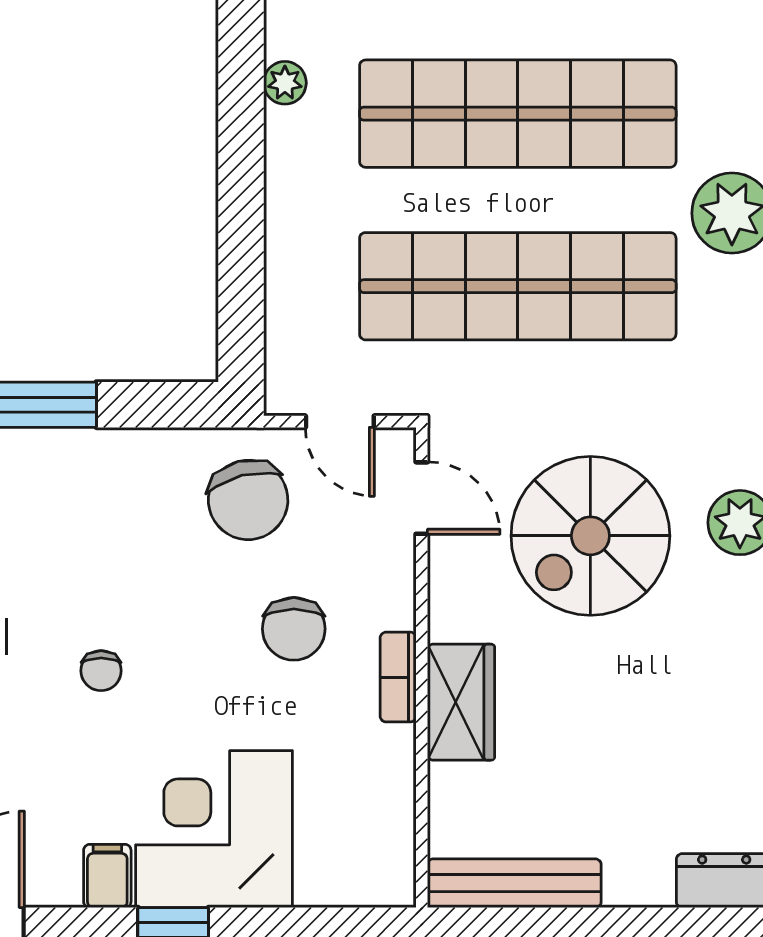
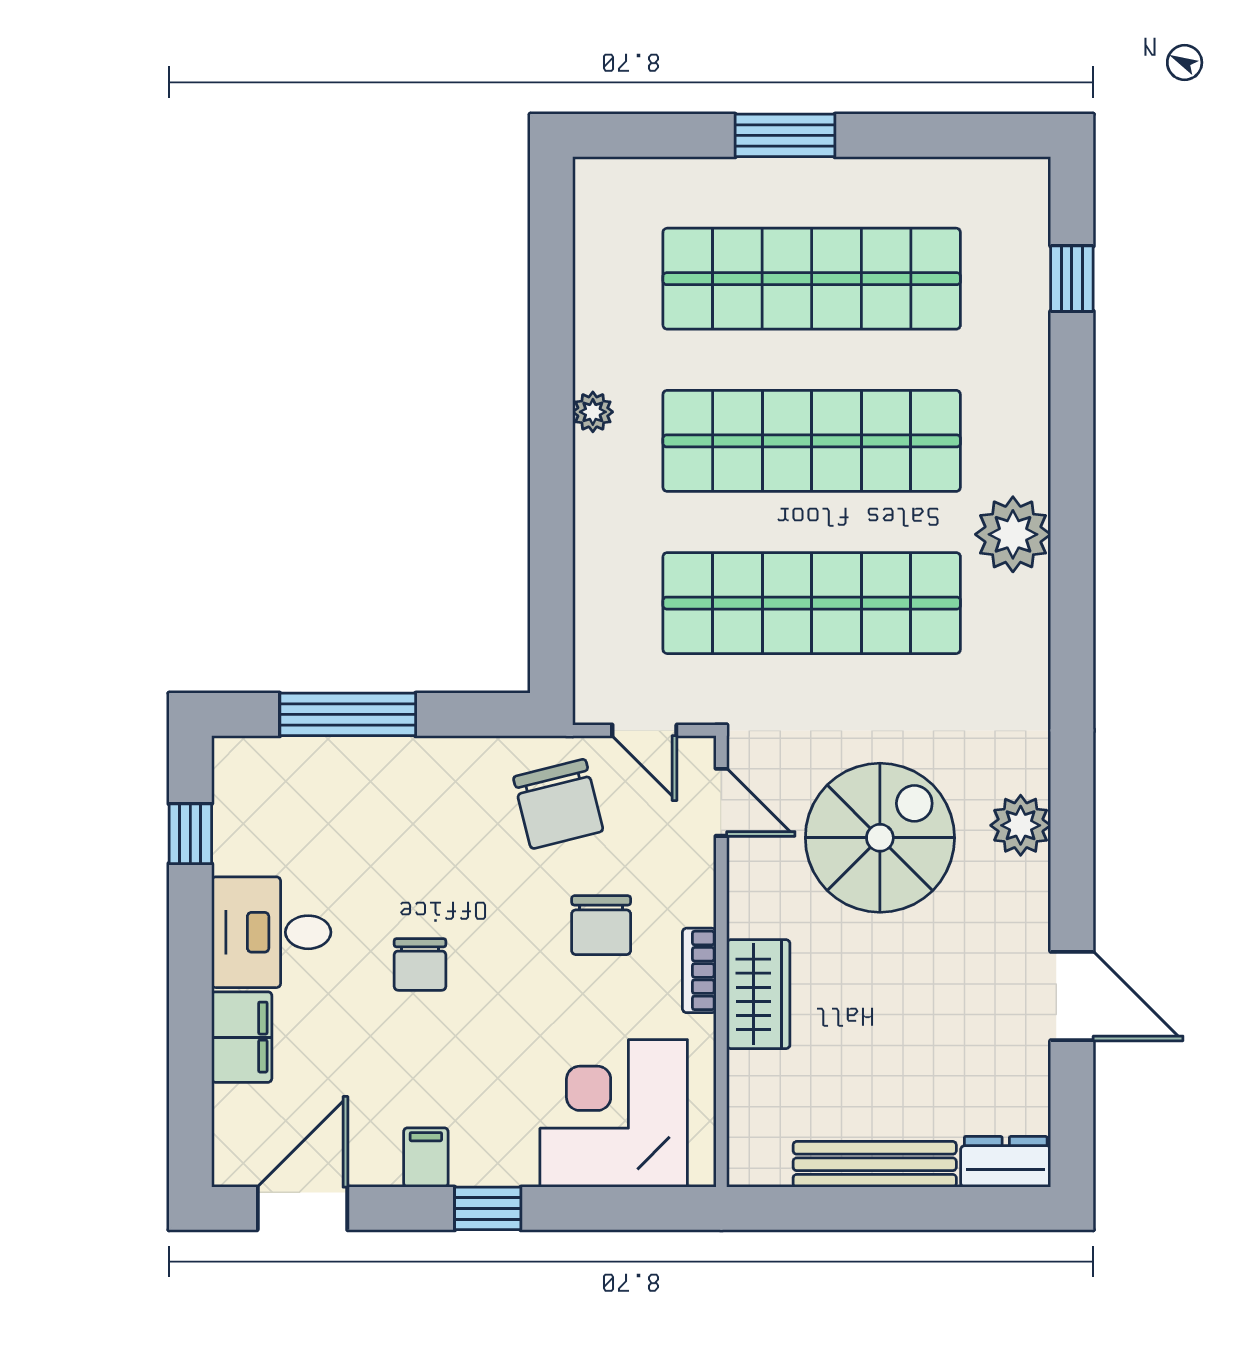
spiral stairs: (590, 536) -> (880, 838), turned 180
chair: (101, 671) -> (420, 964), width x1.37, depth x1.37
corner desk: (214, 829) -> (614, 1113), moved
bench: (514, 883) -> (875, 1164), moved

